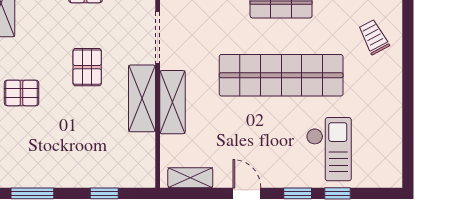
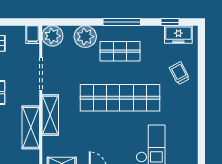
shelving: (142, 98) -> (31, 127), moved

